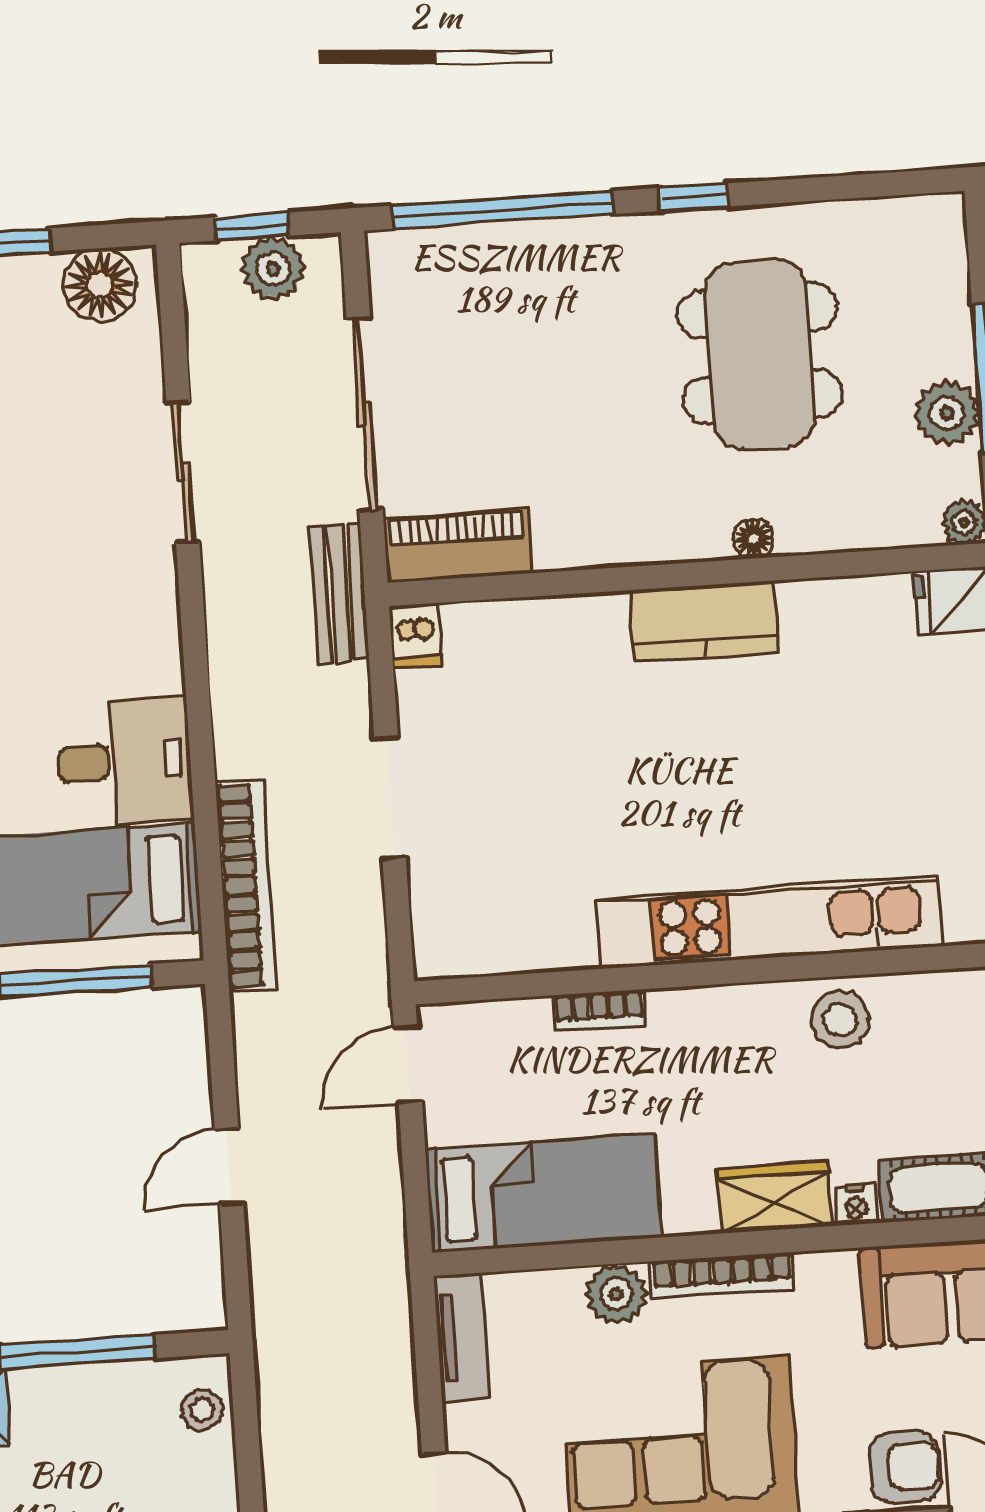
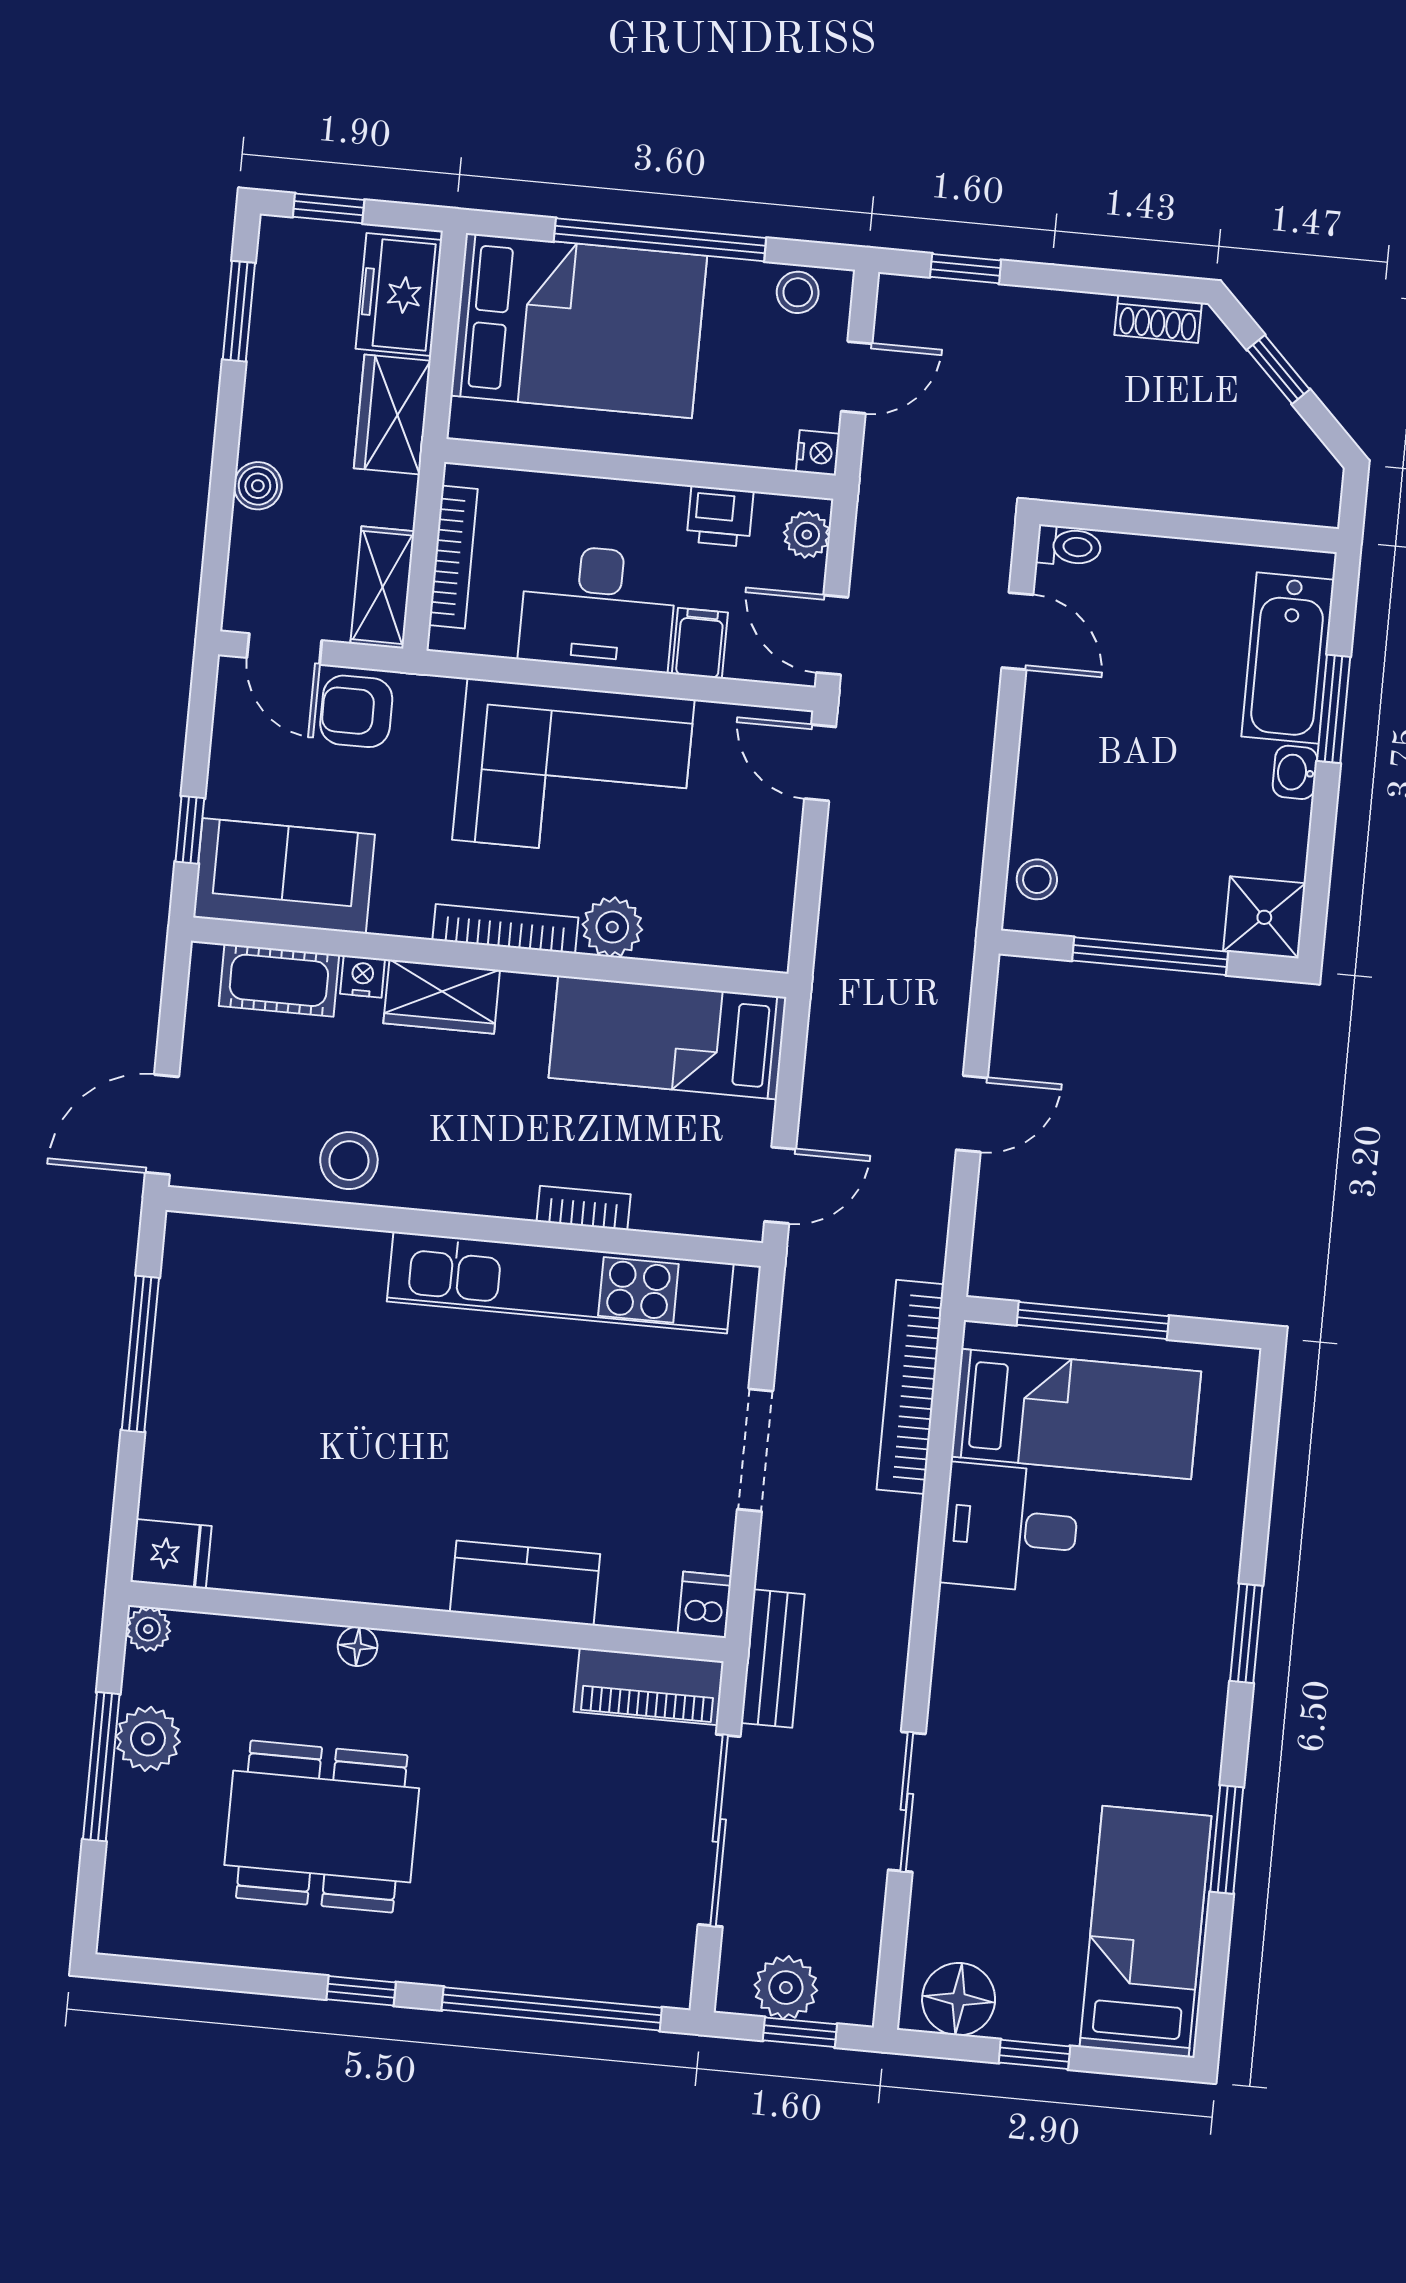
dining table: (760, 354) -> (322, 1827), turned 90
kitchen counter: (704, 621) -> (525, 1583), moved
kitchen unit: (769, 922) -> (560, 1282), moved
tv unit: (462, 1337) -> (771, 909), removed

